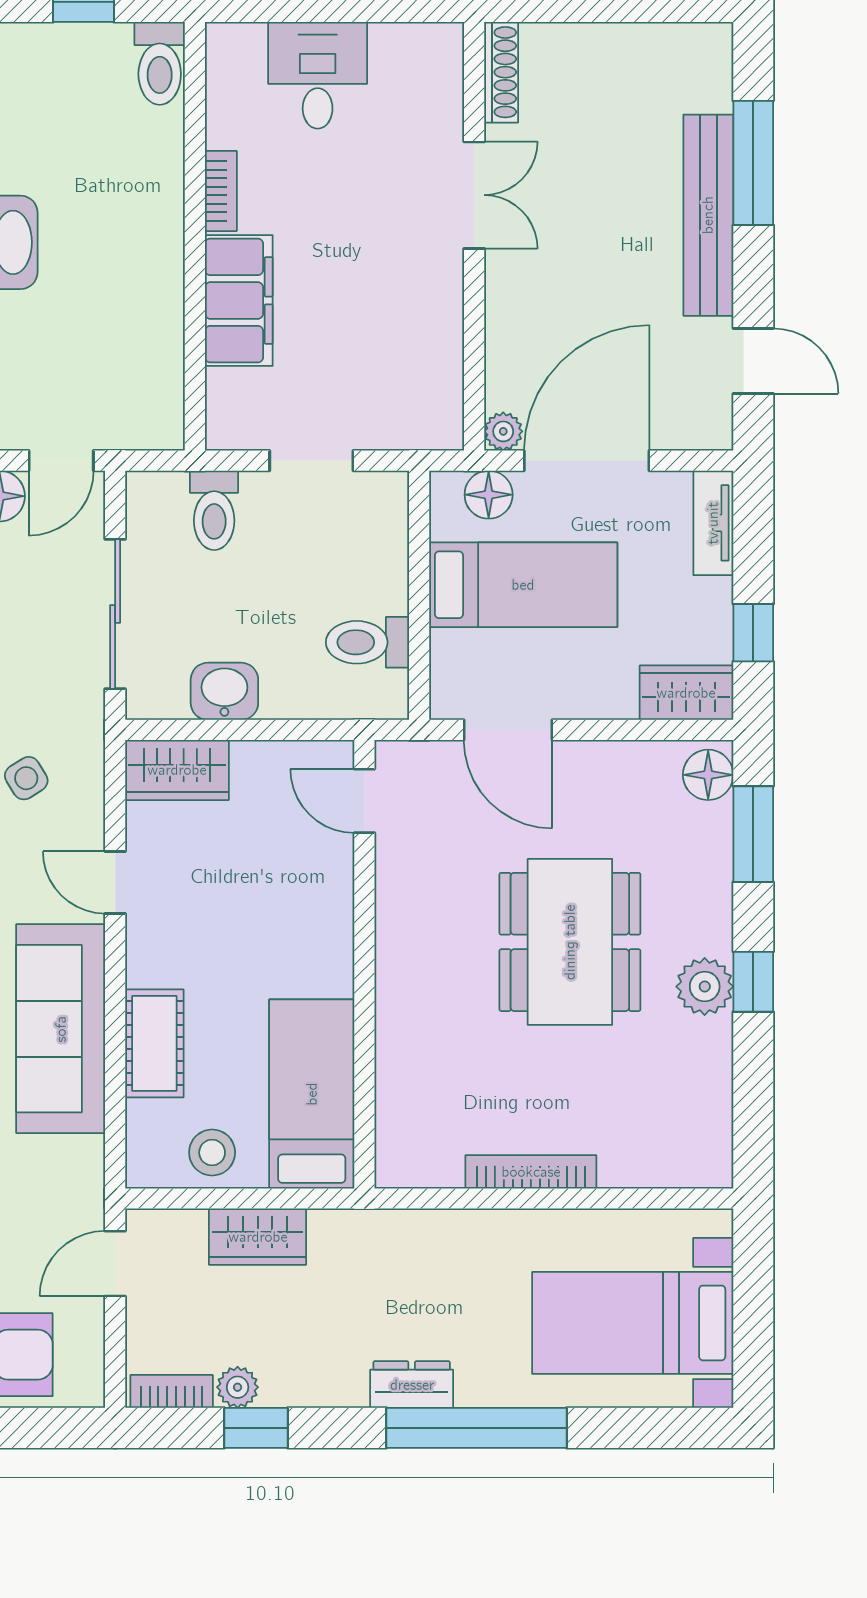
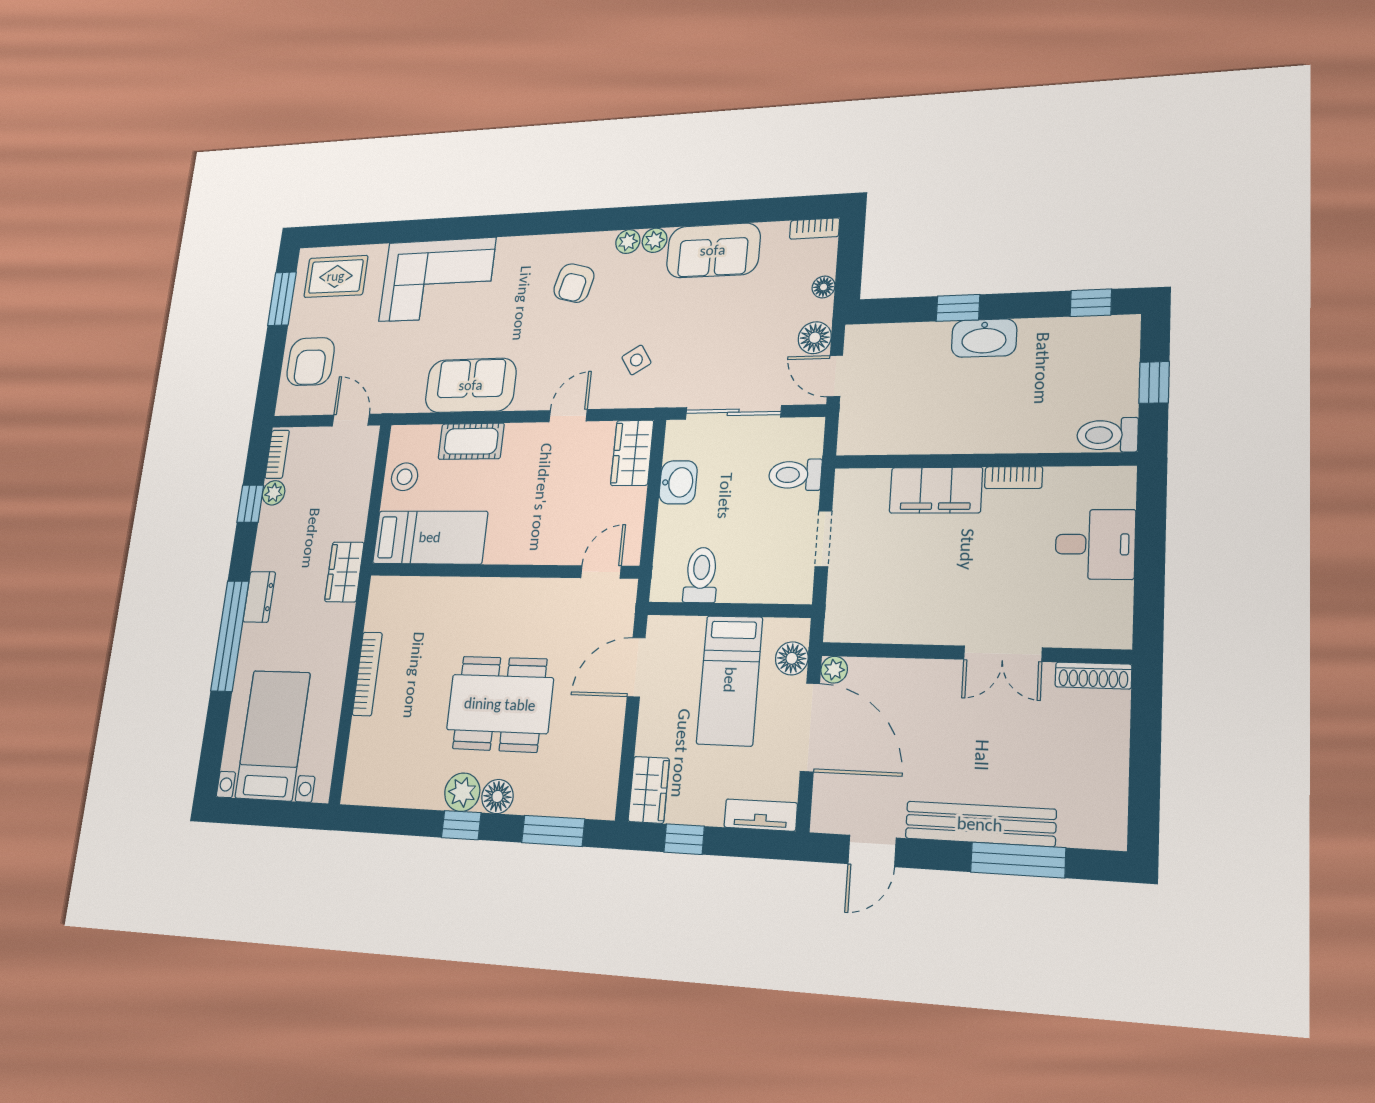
floor lamp: (708, 775) -> (497, 796), moved
sofa: (61, 1029) -> (471, 385), width x0.73
wardrobe: (258, 1237) -> (344, 572), moved

